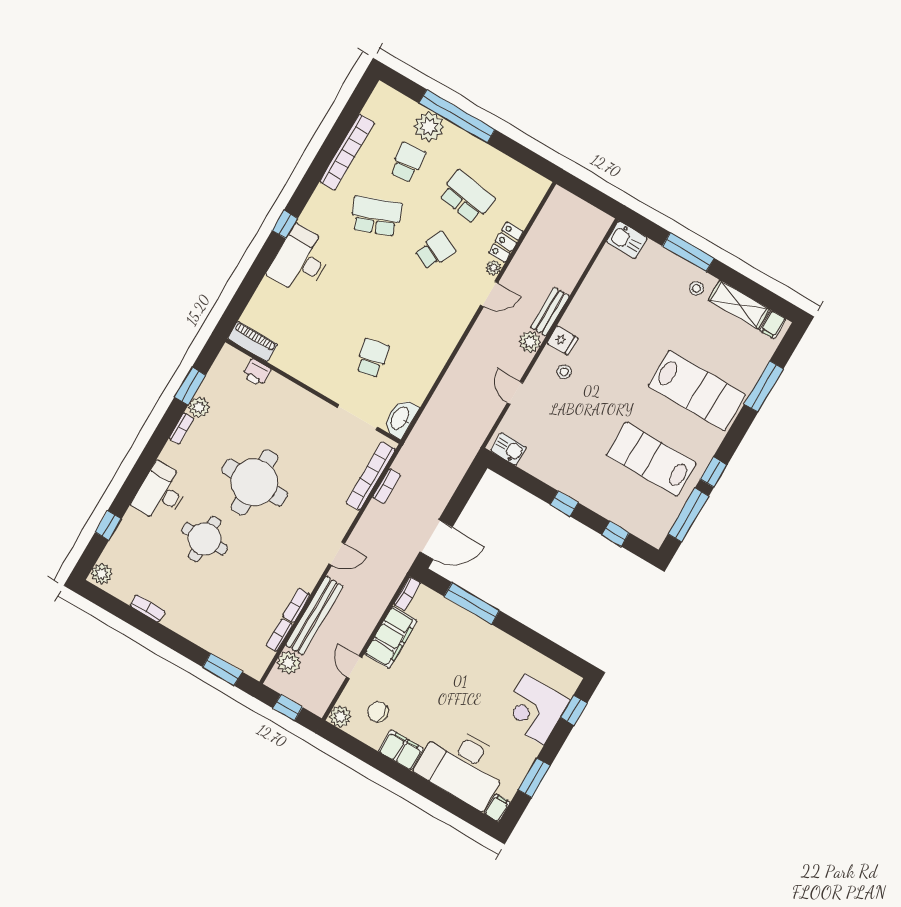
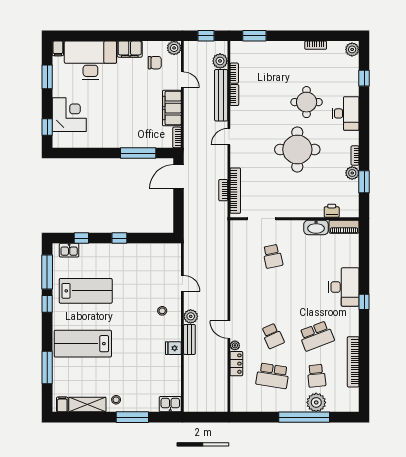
school desk: (435, 251) -> (273, 336), turned -48
door: (489, 294) -> (229, 330), hinge flipped
fridge: (562, 340) -> (173, 348), moved
washbasin: (400, 418) -> (316, 227), moved, turned 90
kitchen sink: (509, 449) -> (69, 250), moved

